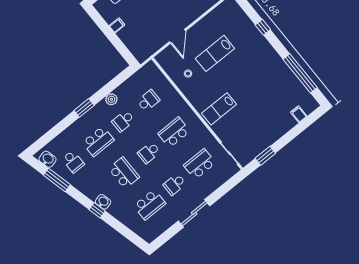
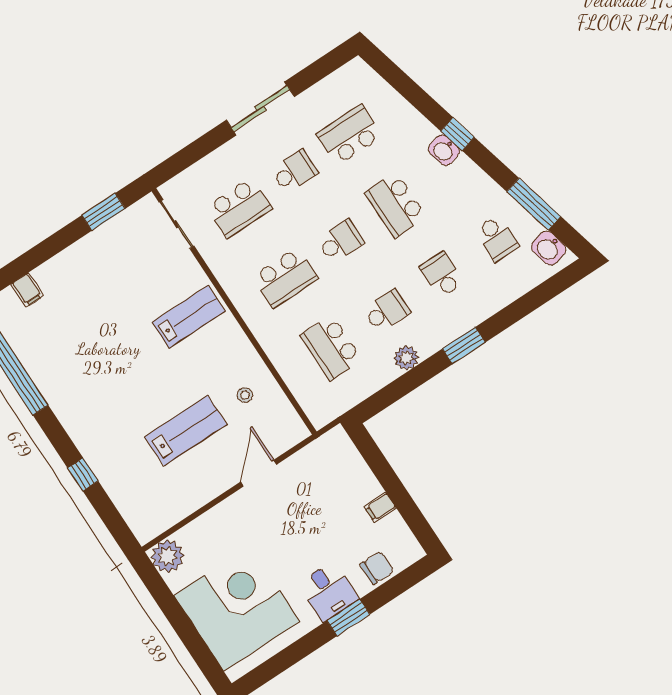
school desk: (148, 101) -> (331, 347), width x1.85
school desk: (98, 141) -> (442, 275), width x0.54
school desk: (73, 162) -> (497, 238), turned 180

